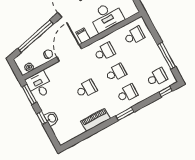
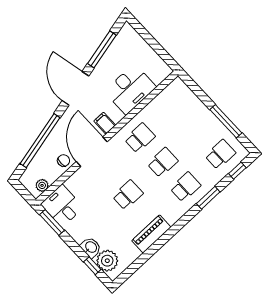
school desk: (134, 36) -> (175, 105), removed
window: (125, 114) -> (208, 198), moved
window: (42, 118) -> (92, 266), moved
plant: (61, 130) -> (107, 261), added

